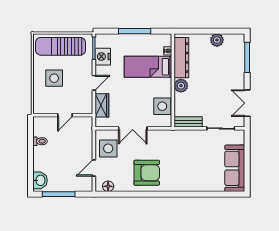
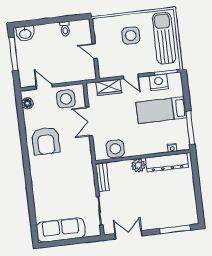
window: (135, 31) -> (190, 128), moved
plant: (217, 40) -> (189, 196), removed
bed: (148, 67) -> (161, 110), moved, turned -90

